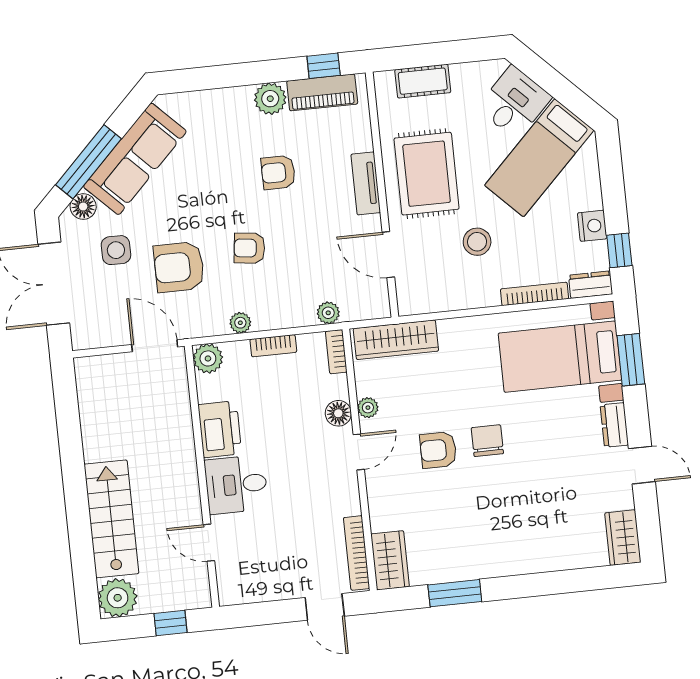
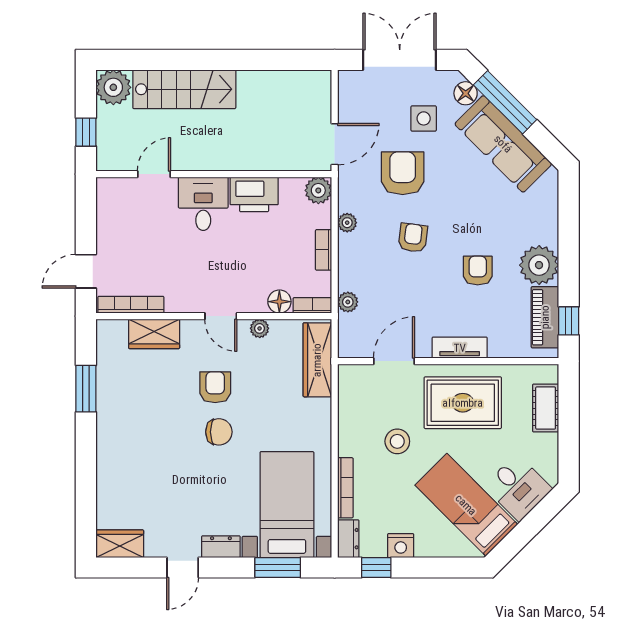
plant: (270, 99) -> (539, 265), width x1.36, depth x1.36
floor lamp: (338, 413) -> (279, 302), moved
wardrobe: (390, 560) -> (154, 334), moved

